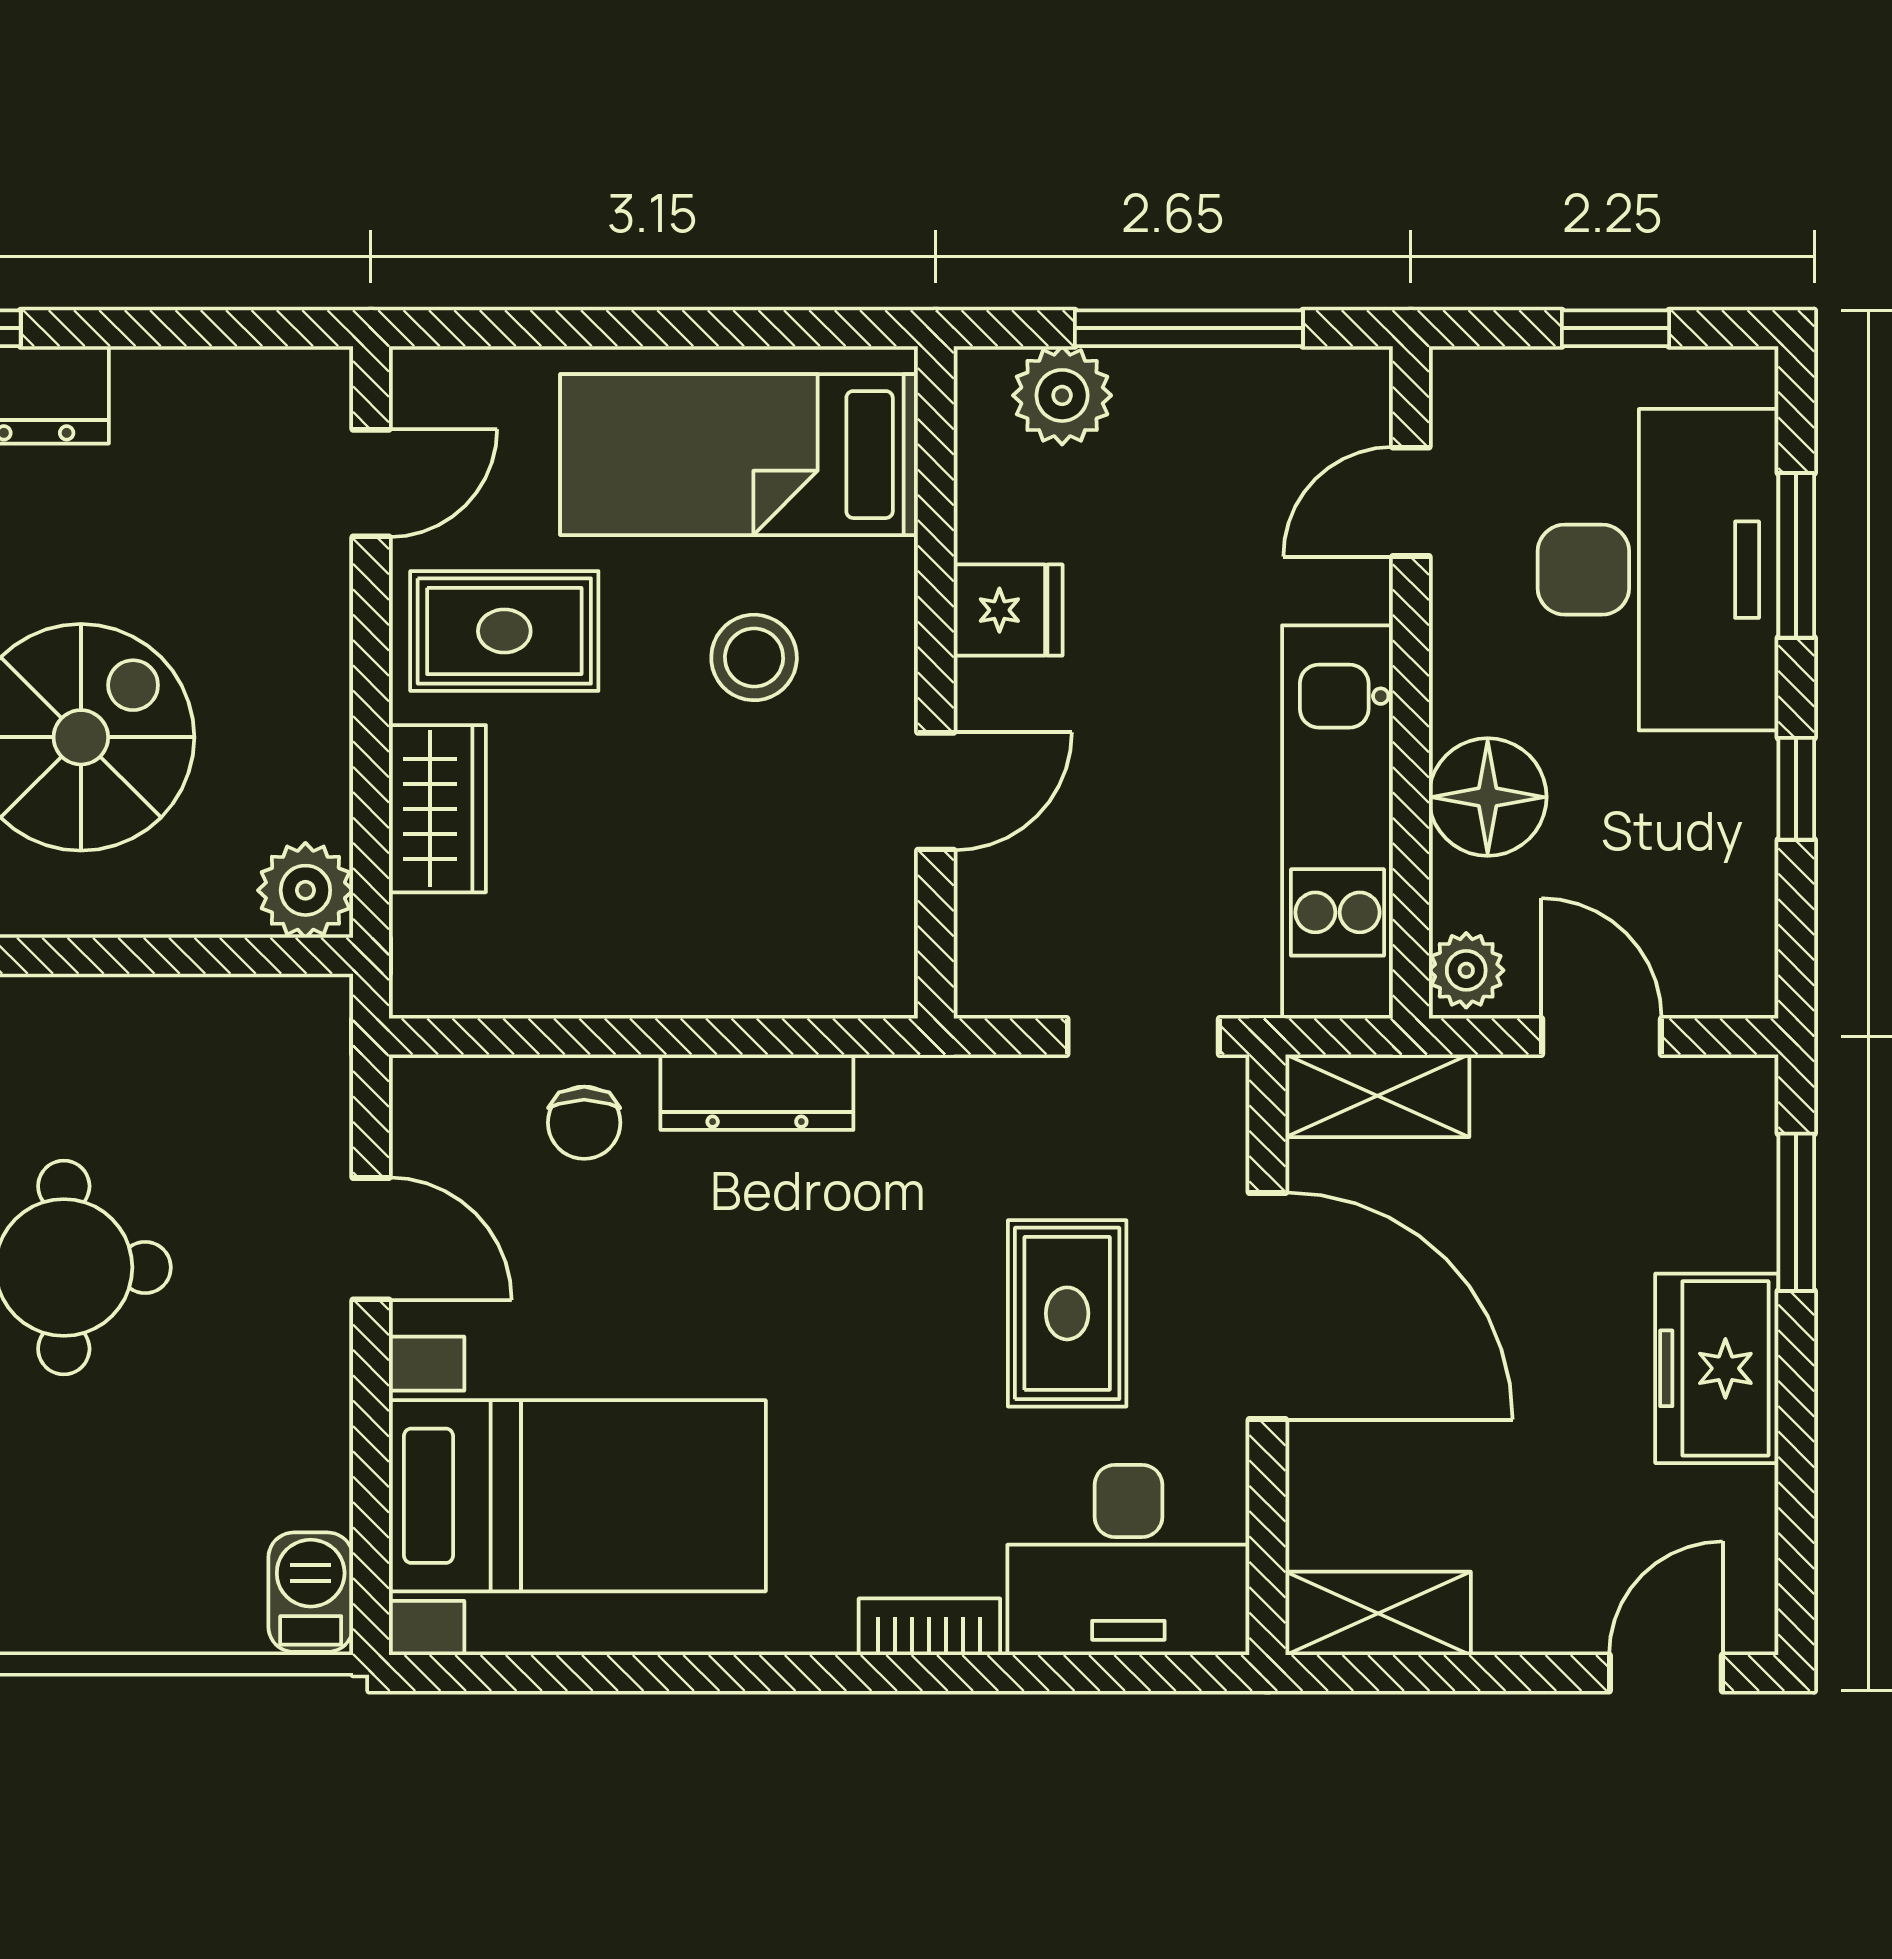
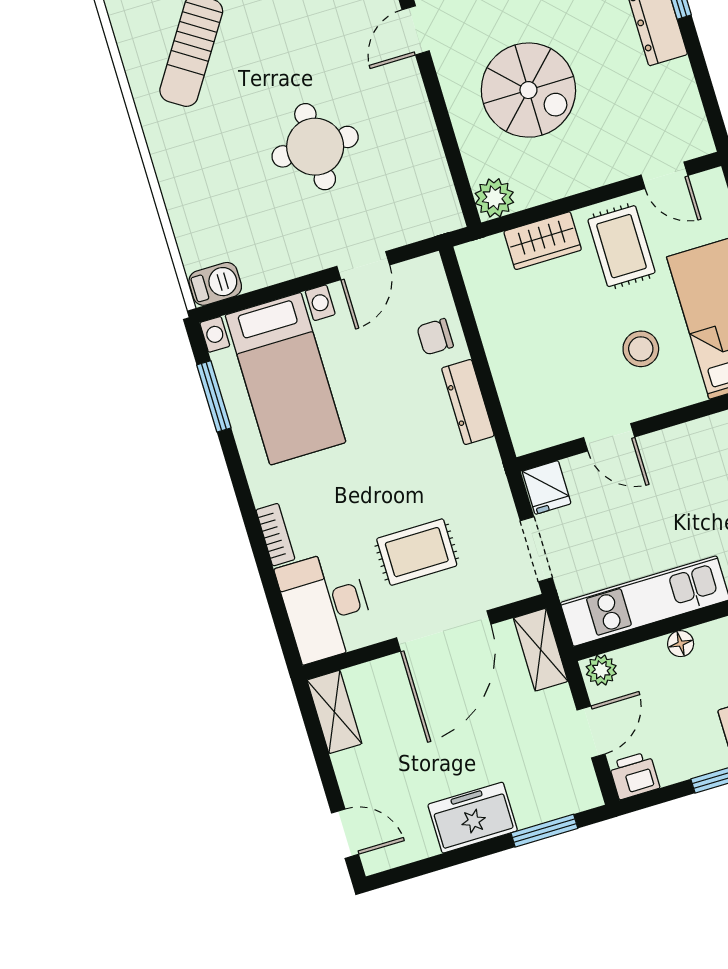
fridge: (1008, 610) -> (547, 487), moved
floor lamp: (1488, 797) -> (681, 644), width x0.53, depth x0.53
printer: (1732, 967) -> (634, 776), added
window: (569, 1673) -> (214, 396), added

